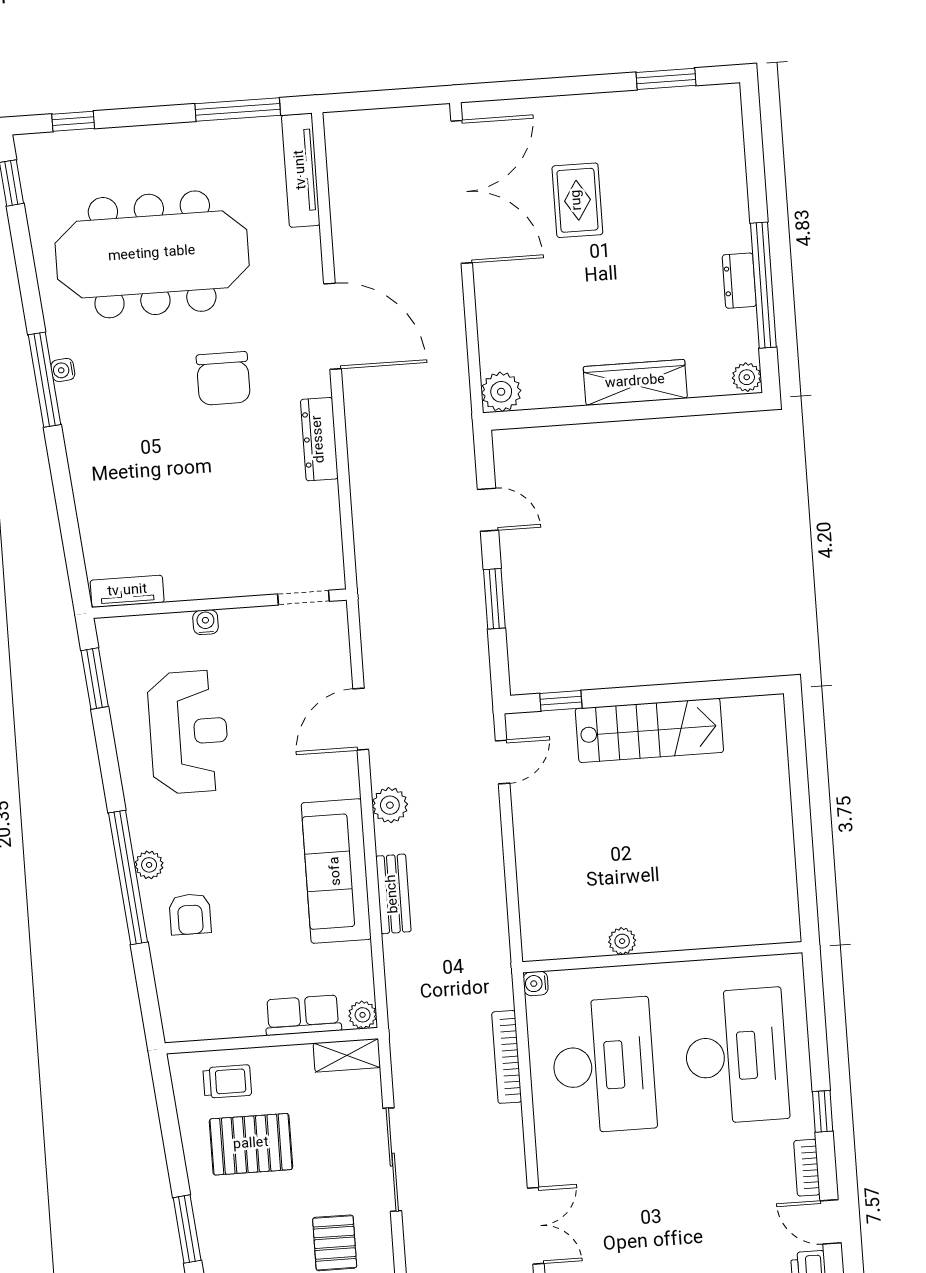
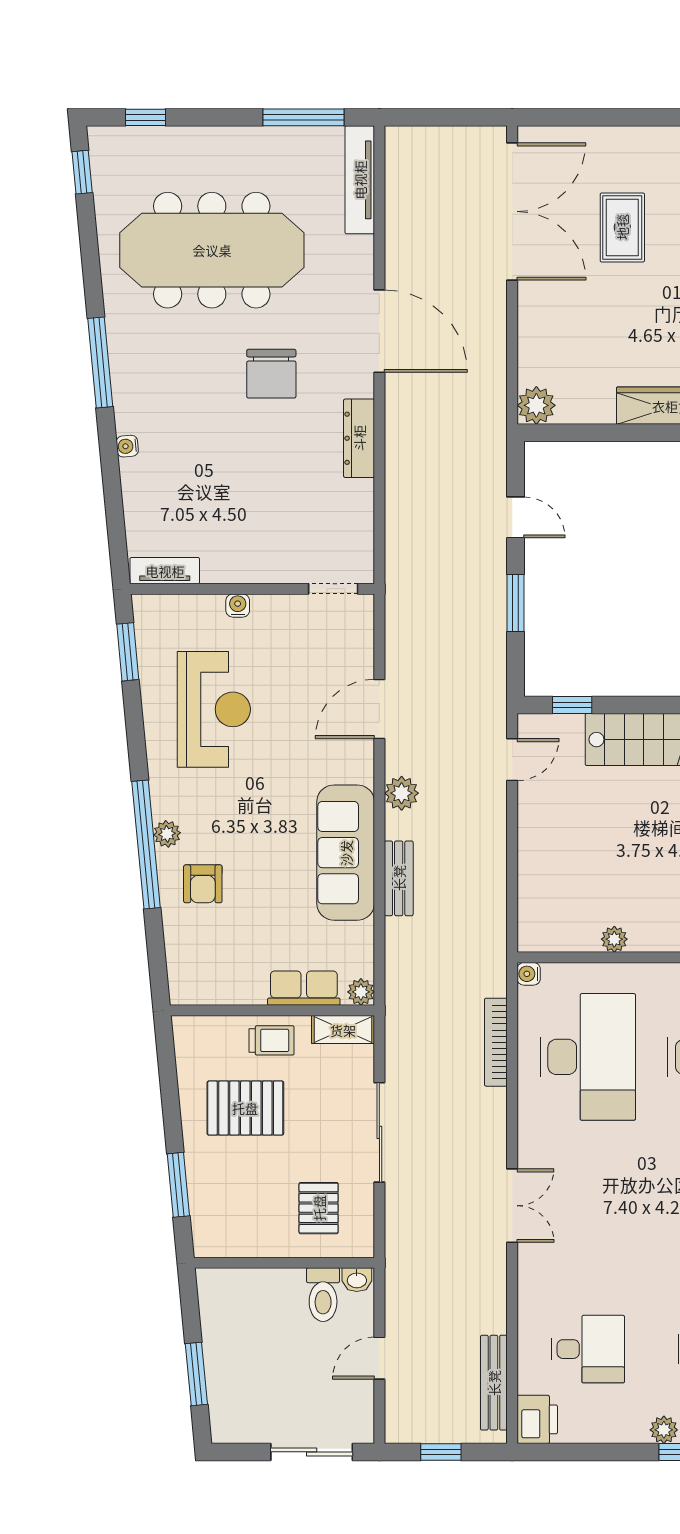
water cooler: (63, 370) -> (127, 446), moved
trolley: (227, 1082) -> (272, 1040), moved

